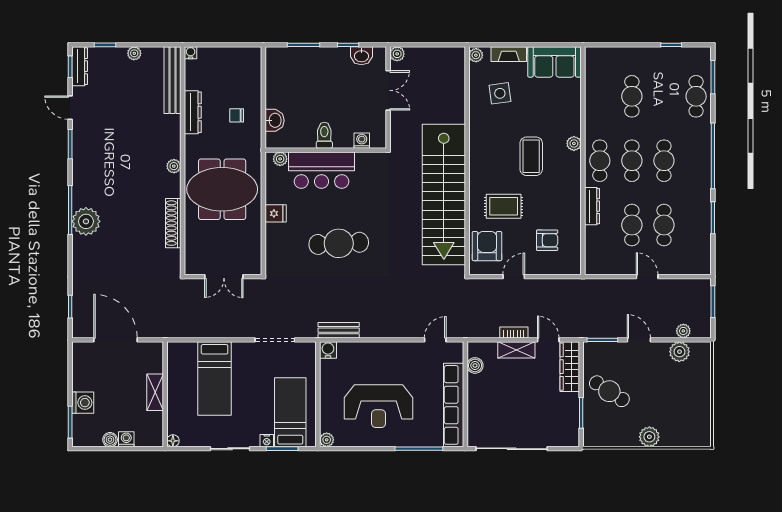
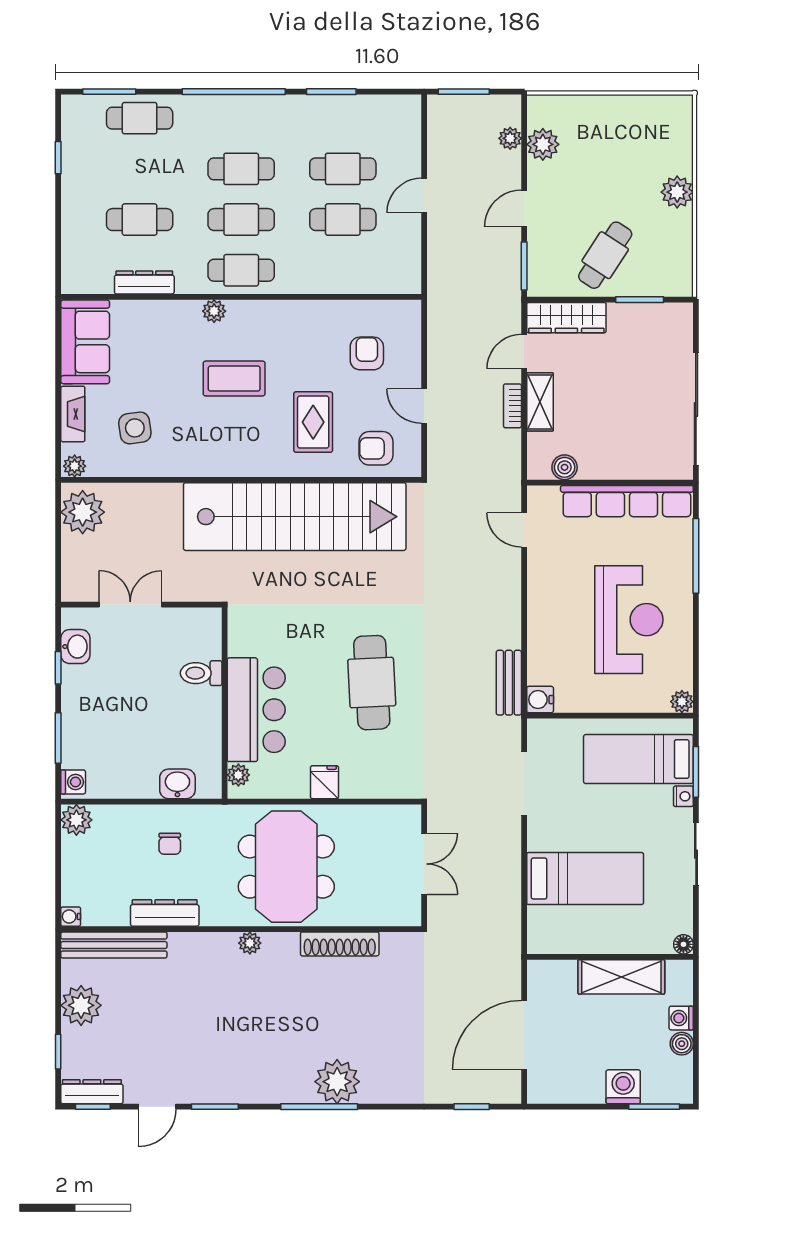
plant: (134, 53) -> (81, 1005), width x1.88, depth x1.88
plant: (397, 54) -> (83, 512), moved, width x1.87, depth x1.87
plant: (252, 56) -> (76, 820), added
toilet: (324, 135) -> (201, 673), moved
washing machine: (362, 141) -> (73, 782), moved, turned 180
dresser: (592, 206) -> (144, 282), moved
armchair: (487, 246) -> (376, 448), width x0.72, depth x0.72
shelving: (155, 392) -> (621, 977), width x1.50, depth x1.33

